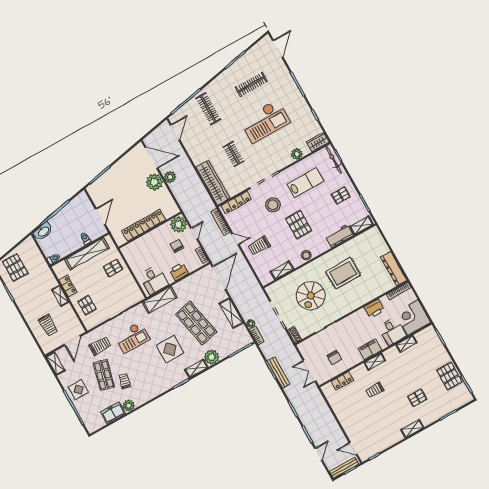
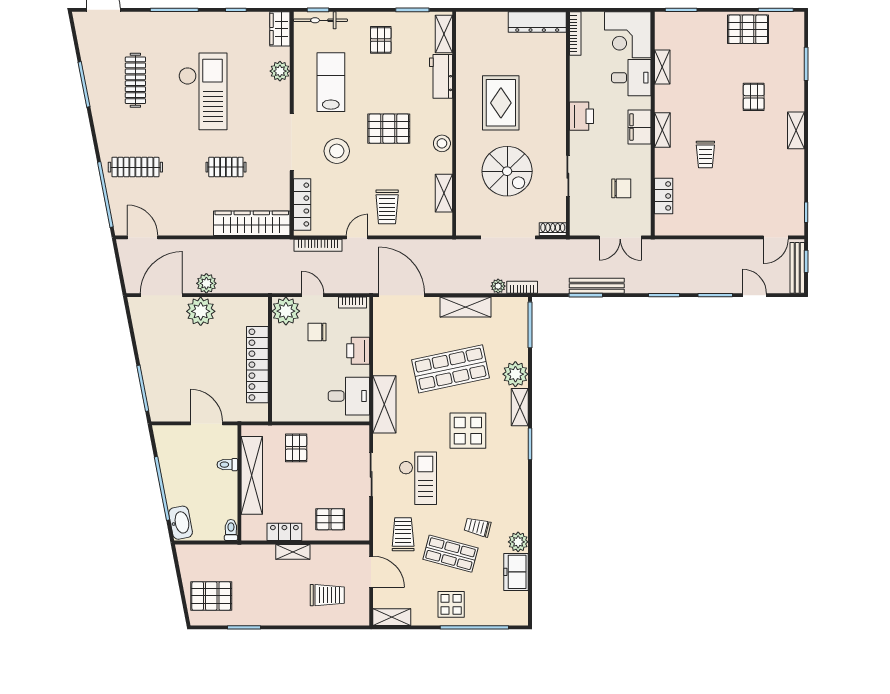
printer: (374, 309) -> (581, 116), moved

